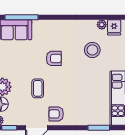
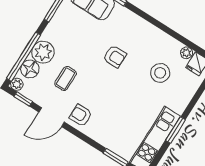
coffee table: (38, 88) -> (66, 78), moved

